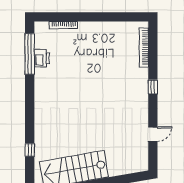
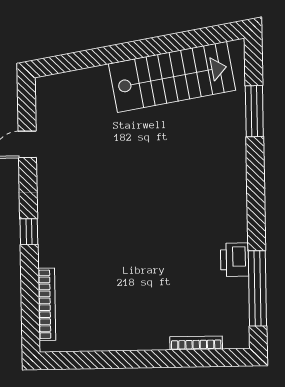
printer: (42, 58) -> (235, 260), moved
window: (30, 150) -> (254, 111), width x2.17

